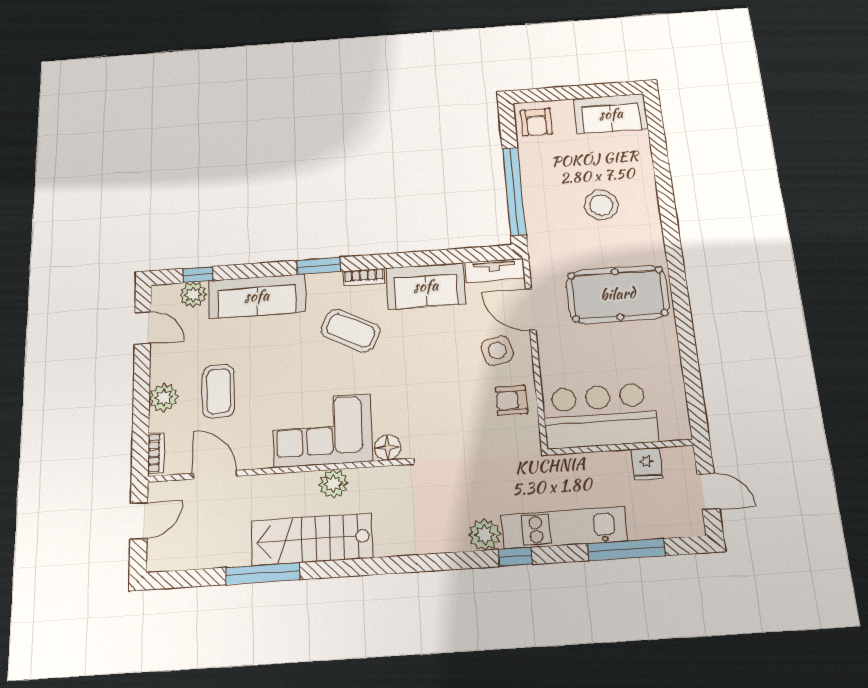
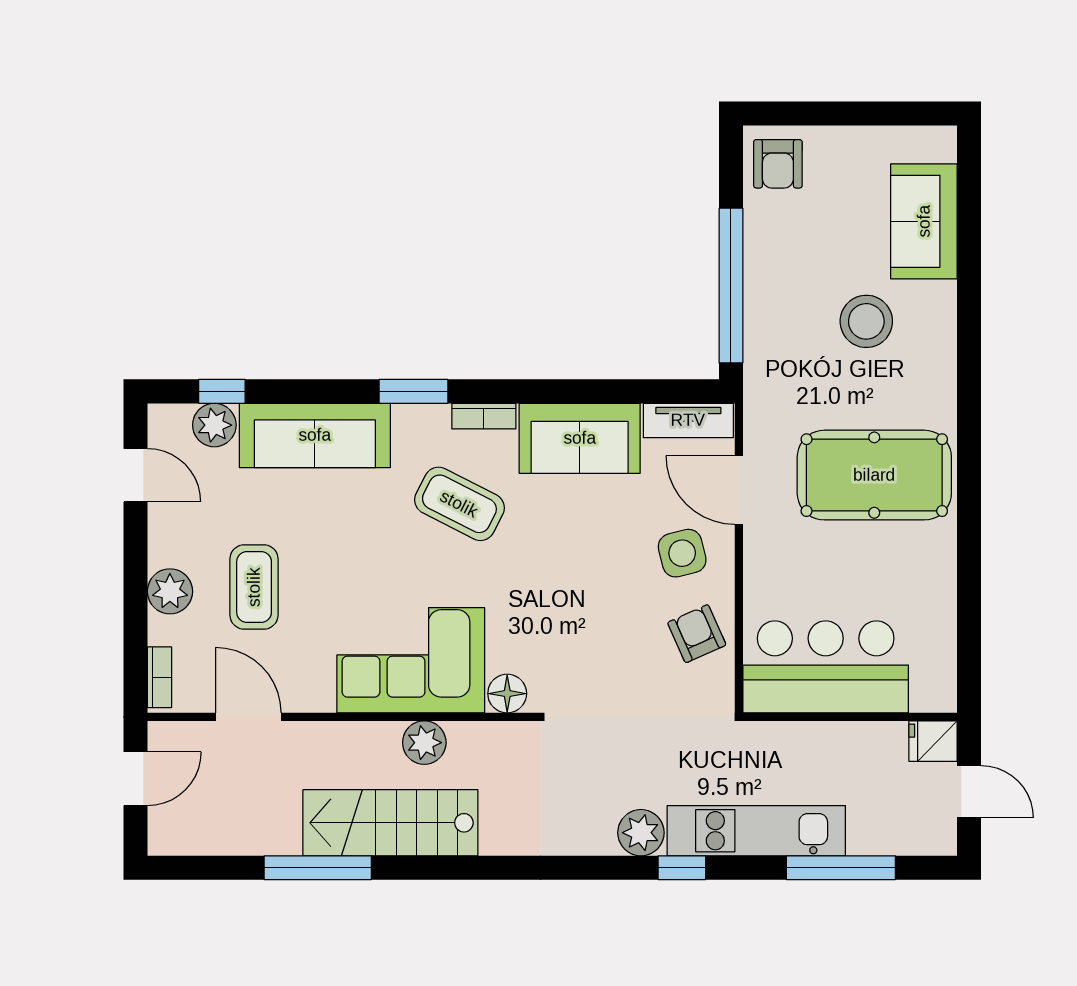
sofa: (611, 114) -> (924, 221), moved, turned 90
armchair: (511, 400) -> (697, 634), turned 66
fridge: (647, 464) -> (933, 741), moved, turned 90

